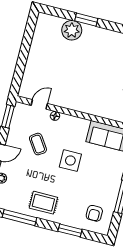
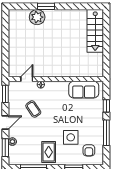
side table: (70, 161) -> (71, 137), moved
rug: (43, 203) -> (49, 152), turned 90

